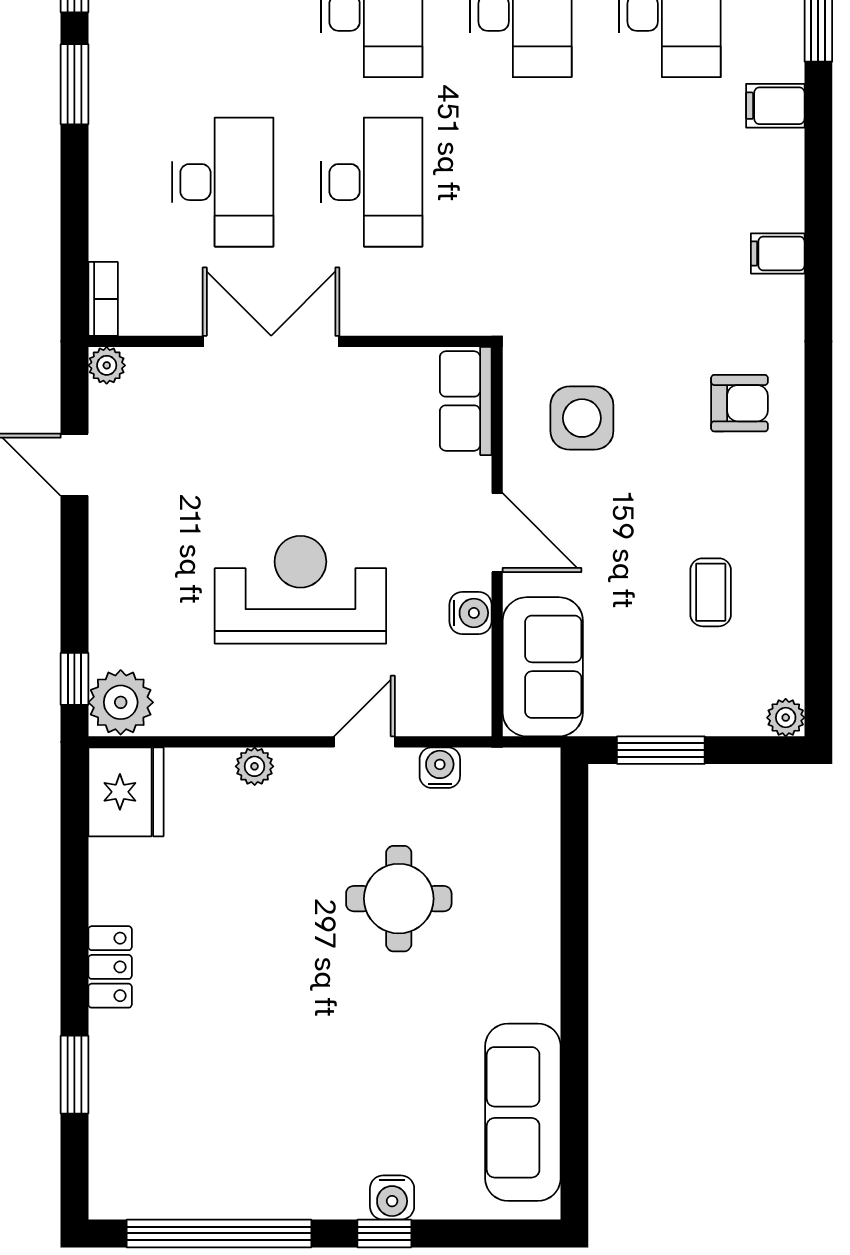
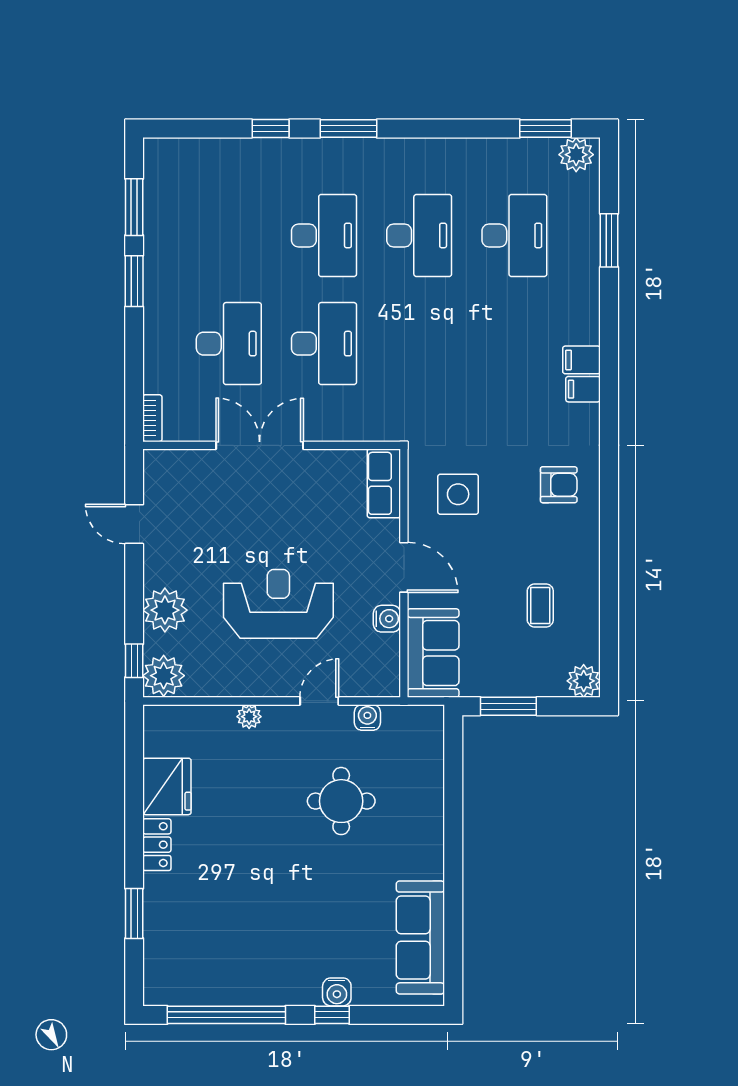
filing cabinet: (775, 106) -> (582, 360), moved
plant: (107, 365) -> (165, 610), moved, width x1.87, depth x1.87
plant: (786, 718) -> (584, 681), width x1.38, depth x1.38
fridge: (126, 792) -> (167, 786), moved

